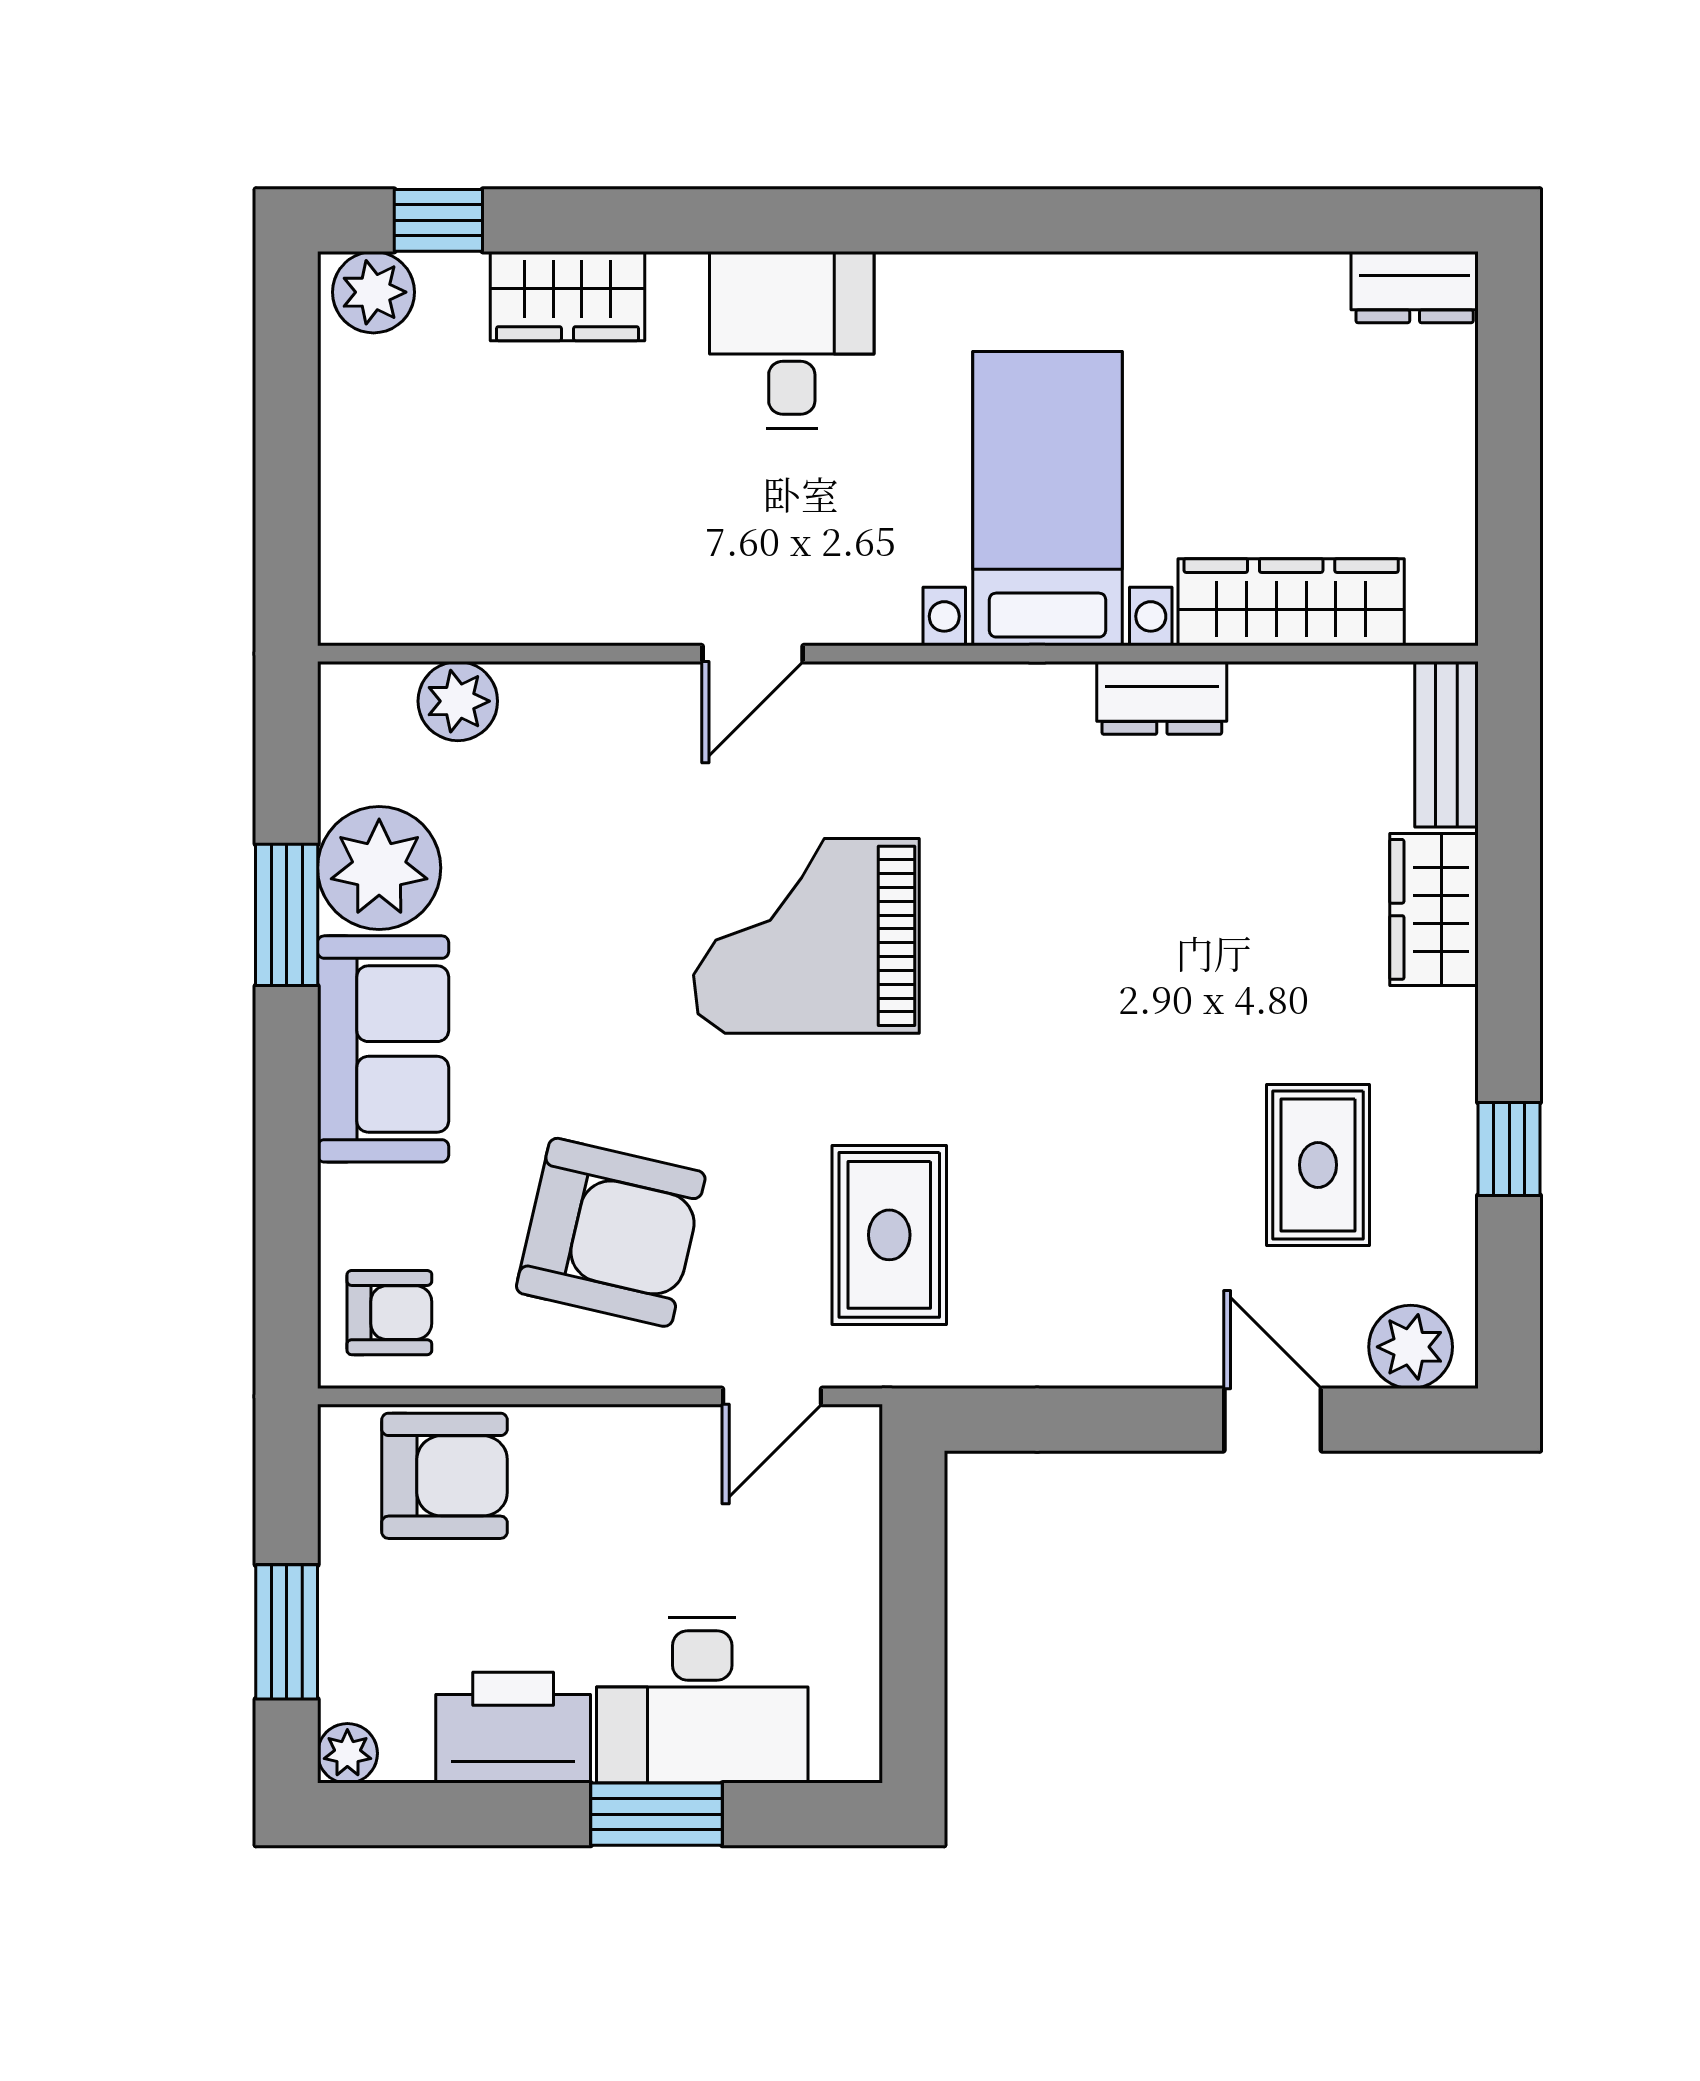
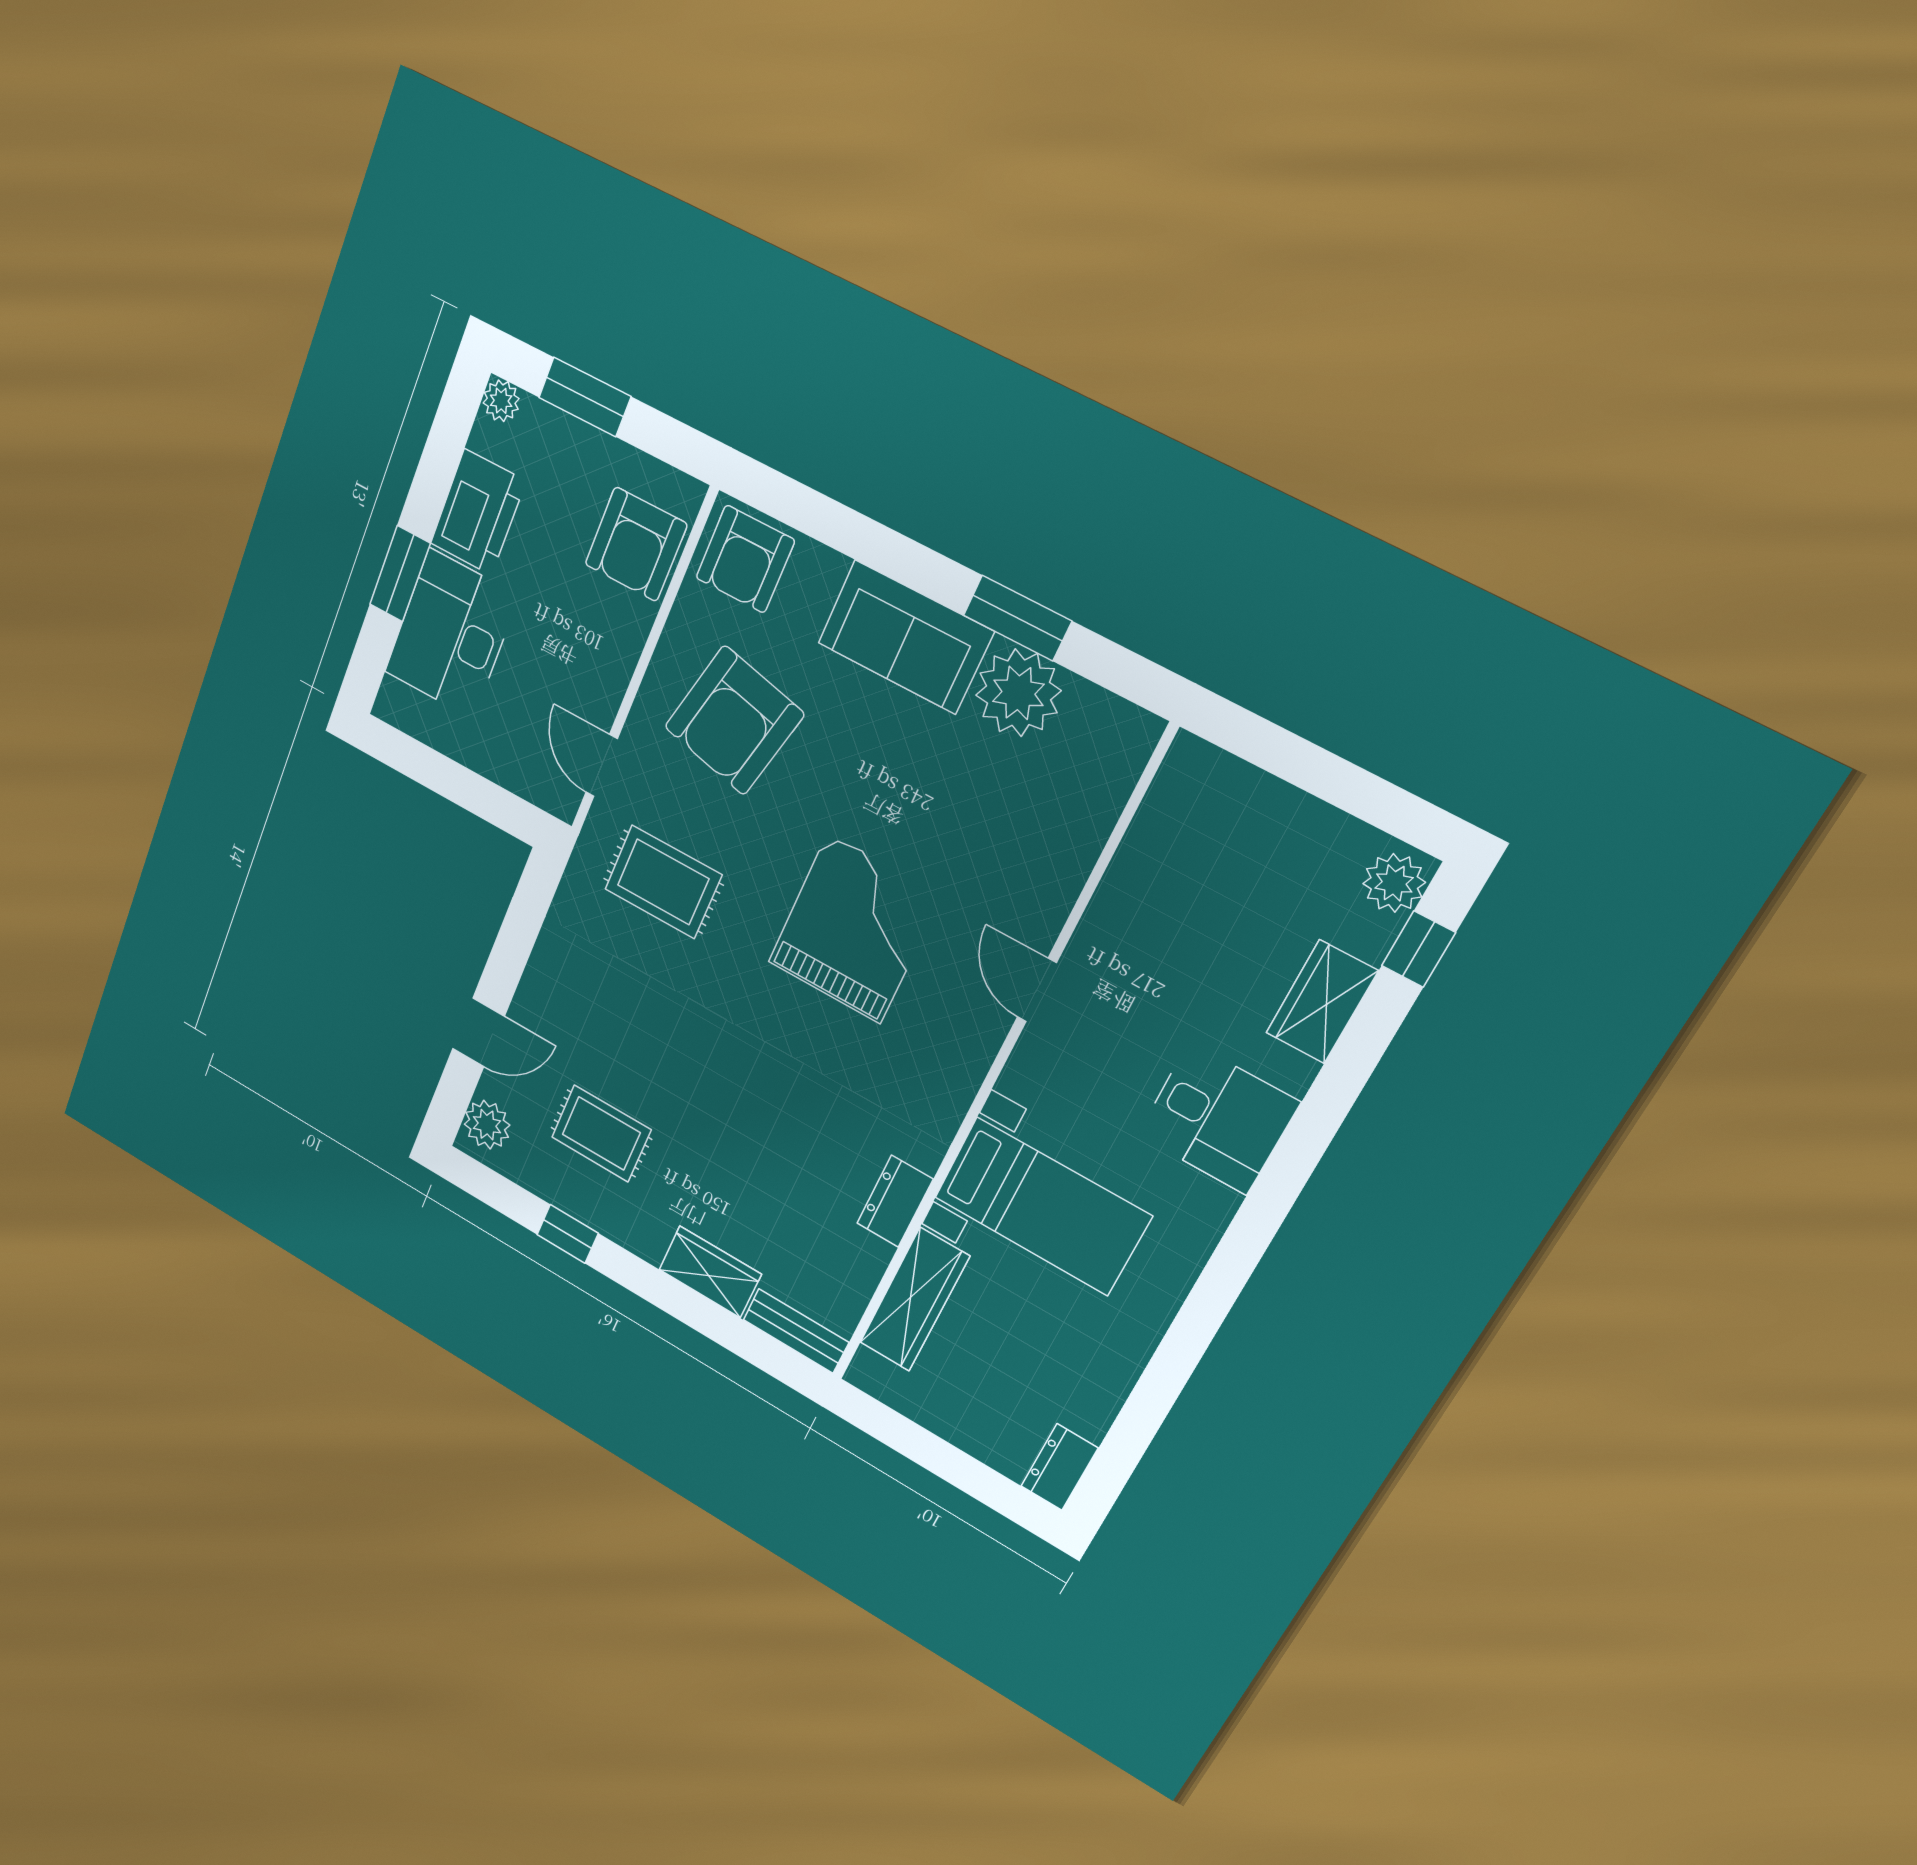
plant: (458, 701) -> (1099, 797), removed
armchair: (389, 1313) -> (745, 559), width x1.38, depth x1.38

